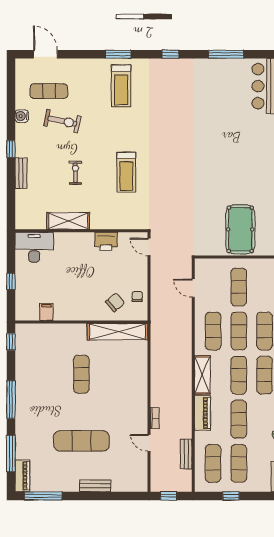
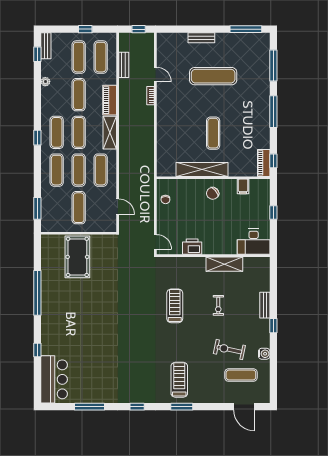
chair: (115, 302) -> (213, 193), moved
shelving: (117, 332) -> (202, 170), moved
piano: (22, 476) -> (264, 163), moved

